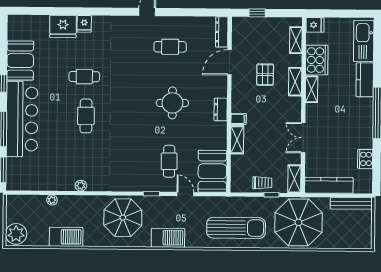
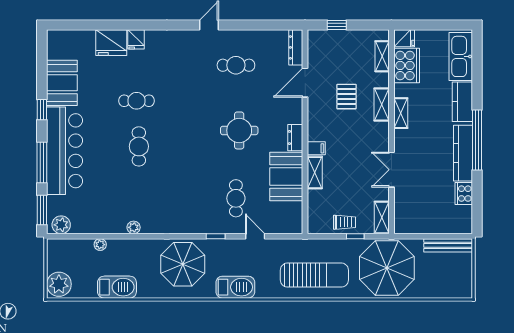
cooker: (317, 60) -> (407, 65), moved
booth: (212, 171) -> (286, 176), moved
plant: (19, 183) -> (61, 225), added
kitchen counter: (329, 185) -> (463, 153), moved, turned -90

